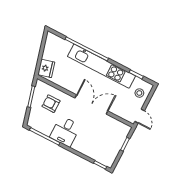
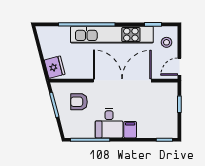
double door: (91, 105) -> (122, 81), width x1.36
door: (140, 116) -> (179, 67), swing flipped
filing cabinet: (78, 144) -> (130, 130), added

